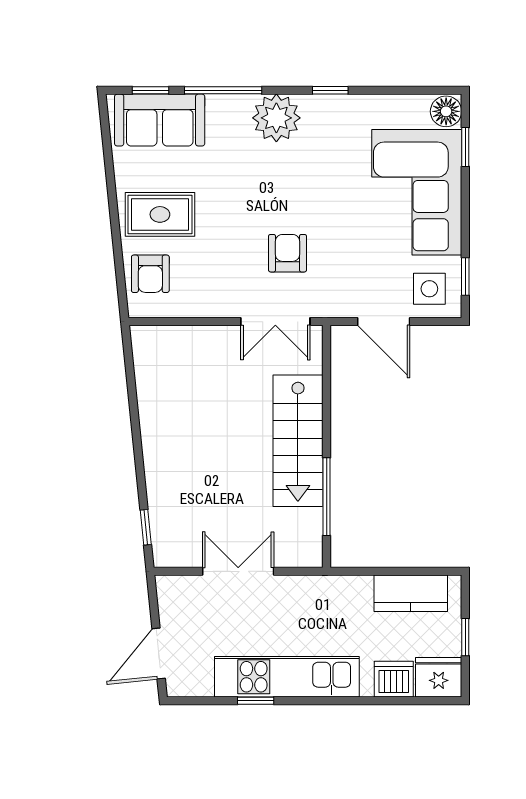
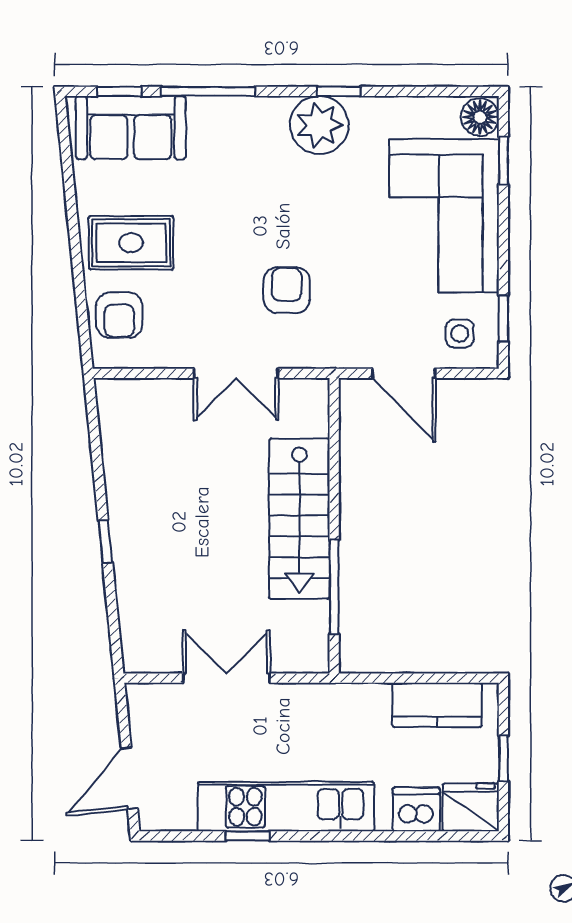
plant: (276, 118) -> (319, 125), moved
side table: (429, 289) -> (460, 333), width x0.73, depth x0.73
double door: (275, 322) -> (236, 373), moved
window: (146, 527) -> (105, 542), moved

